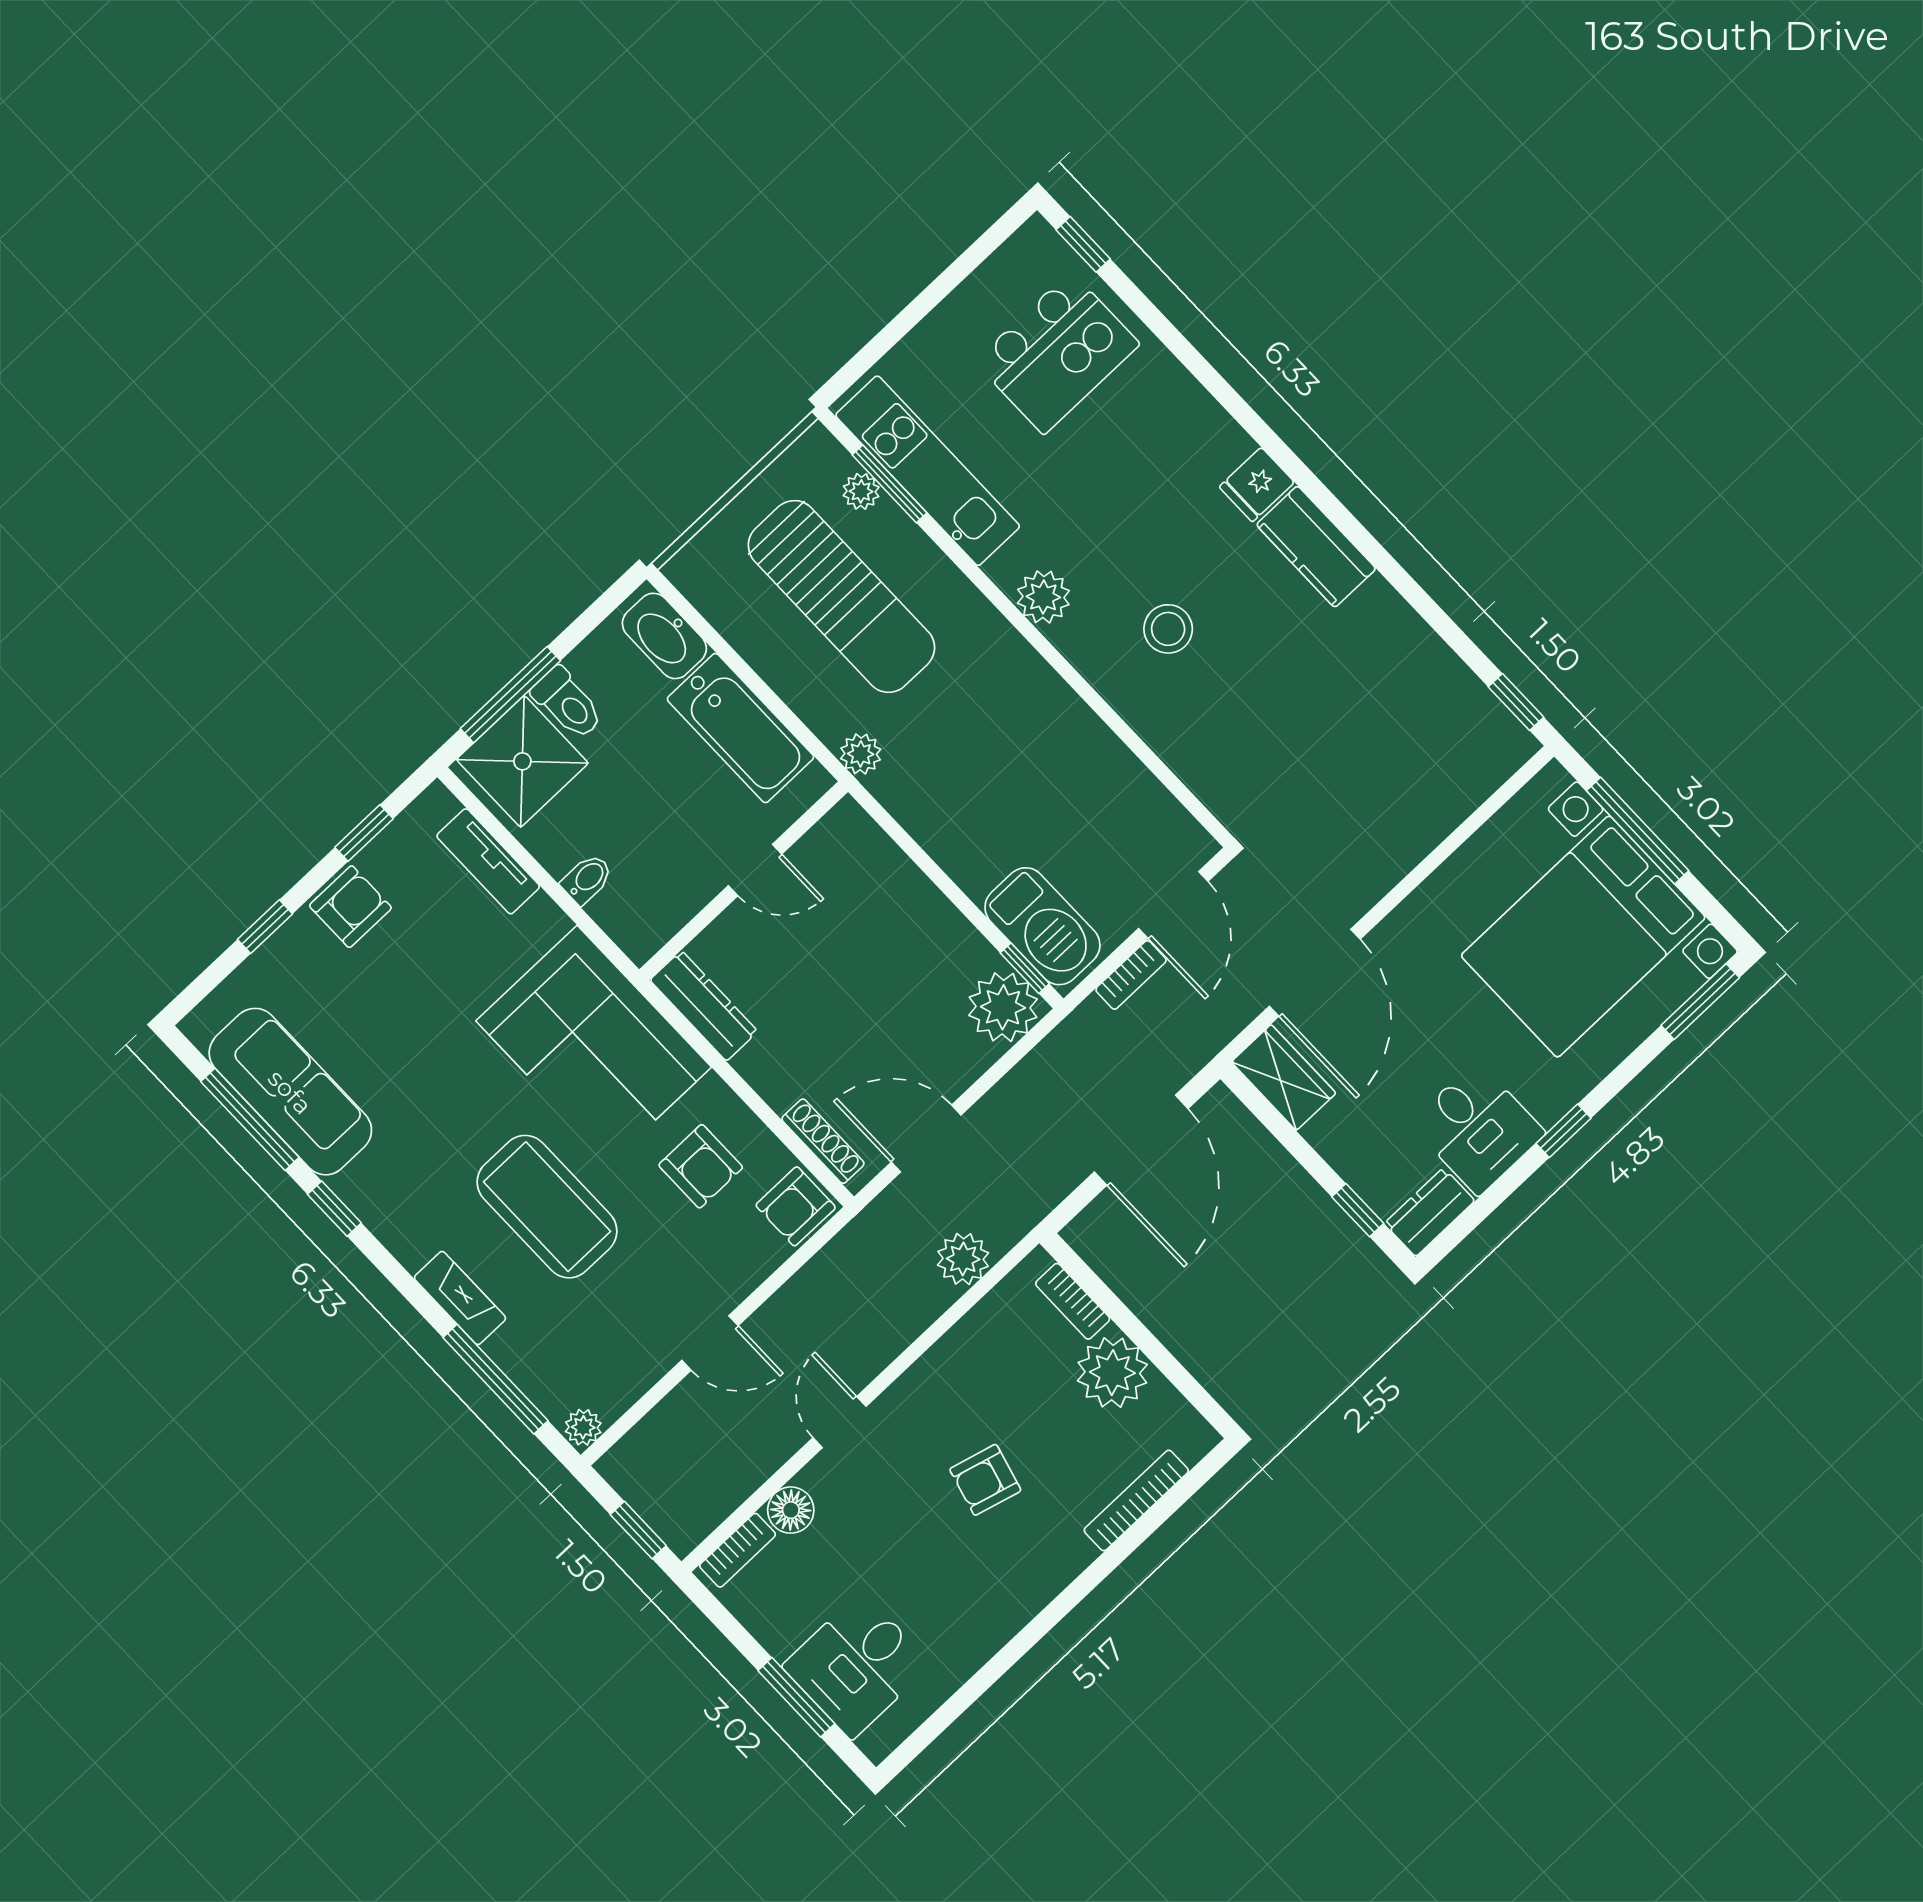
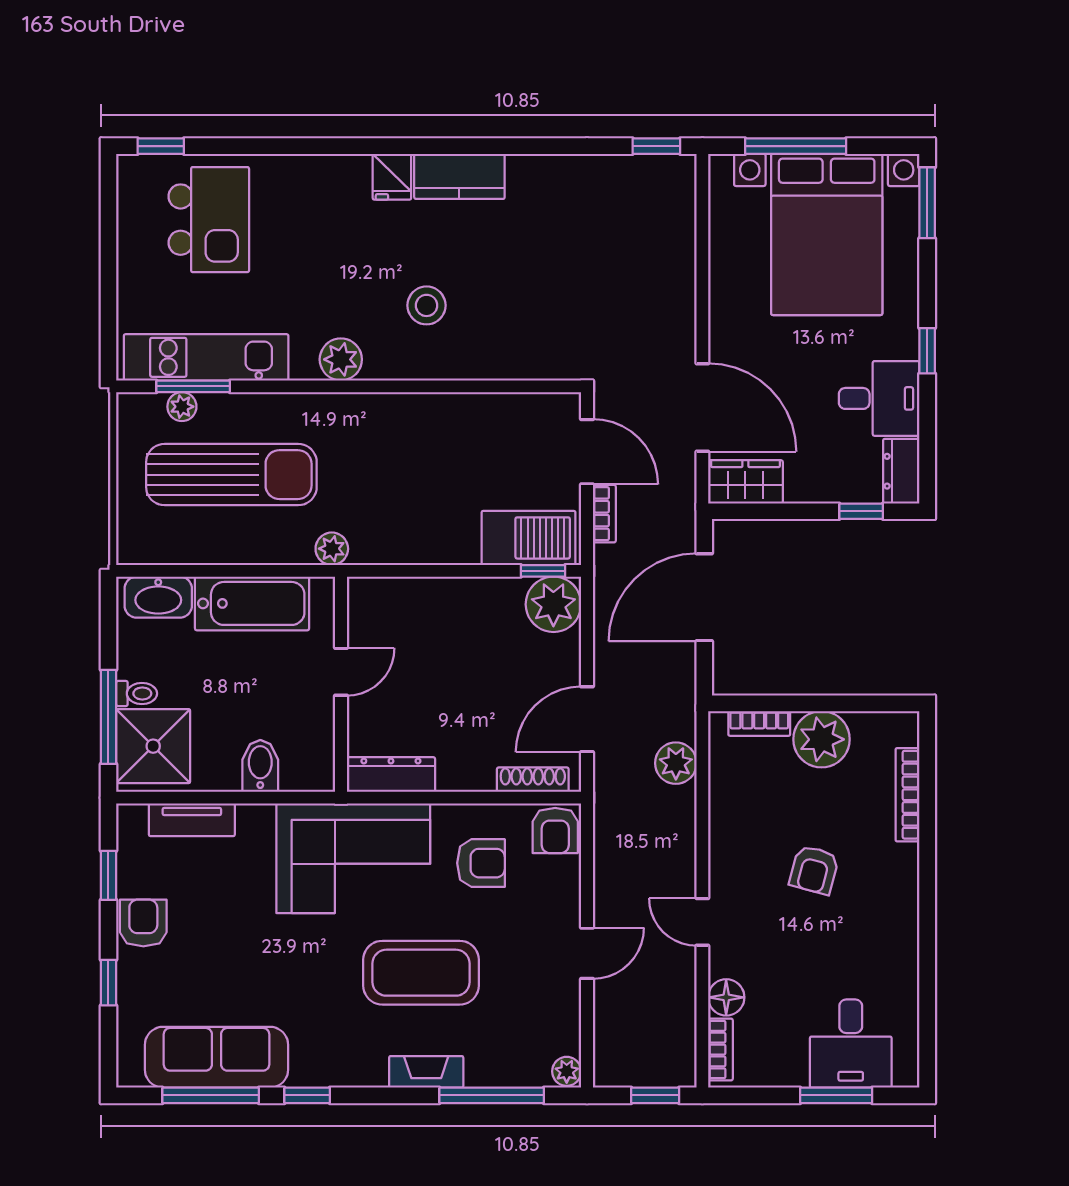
toilet: (568, 703) -> (137, 693), width x0.73, depth x0.72
bidet: (587, 879) -> (260, 766), width x1.38, depth x1.36
door: (1141, 1140) -> (704, 597), swing flipped

